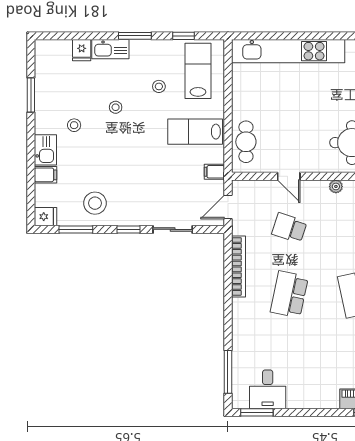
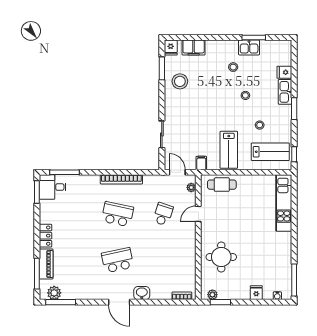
window: (183, 36) -> (294, 154), moved
kitchen unit: (288, 51) -> (284, 203), width x0.73
lab bench: (195, 132) -> (229, 150), turned 180
kitchen sink: (45, 150) -> (249, 47), moved
filing cabinet: (45, 175) -> (194, 48), width x2.00
plant: (336, 186) -> (191, 187), moved
window: (129, 229) -> (162, 104), removed
bookcase: (238, 266) -> (121, 179), moved
desk: (268, 389) -> (53, 187), moved
locker: (321, 400) -> (45, 236), added

